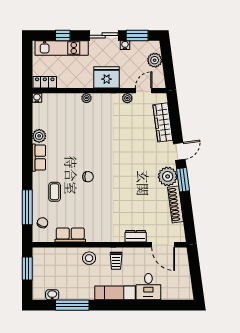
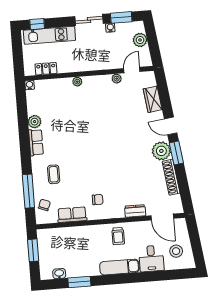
window: (63, 35) -> (37, 24), moved
fridge: (107, 77) -> (95, 60), removed
locker: (45, 82) -> (46, 69), moved
wardrobe: (163, 122) -> (153, 99), width x0.67
door: (179, 151) -> (171, 126), swing flipped
chair: (88, 177) -> (98, 200), moved
stool: (89, 258) -> (176, 251), moved
window: (72, 305) -> (79, 282), width x0.69

